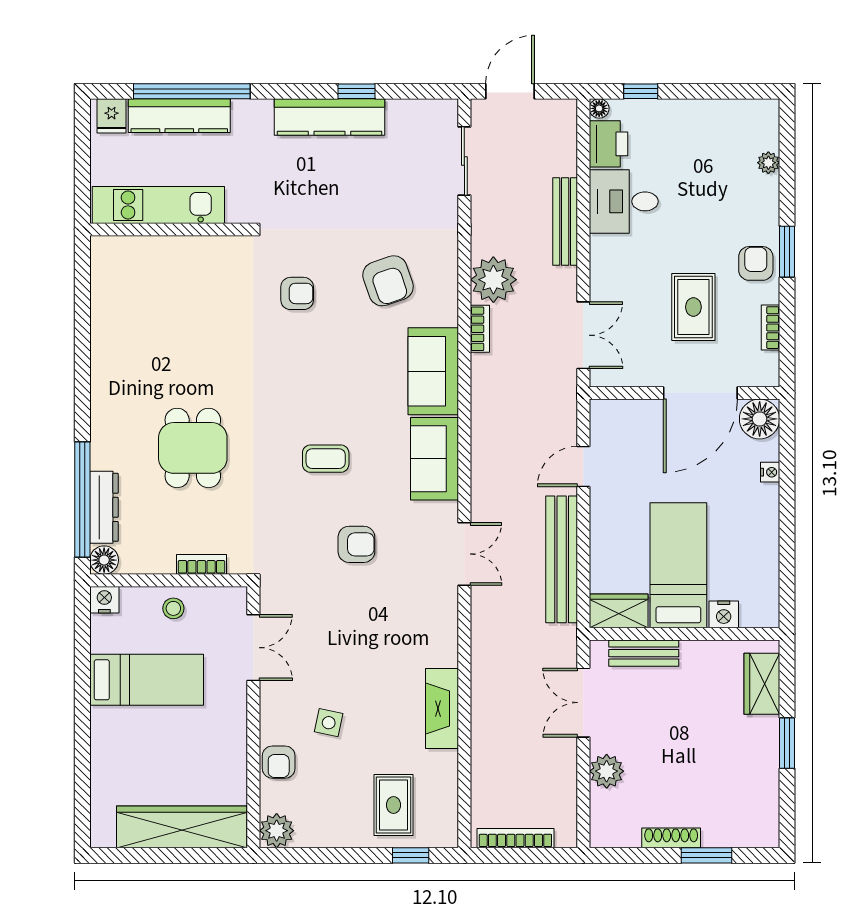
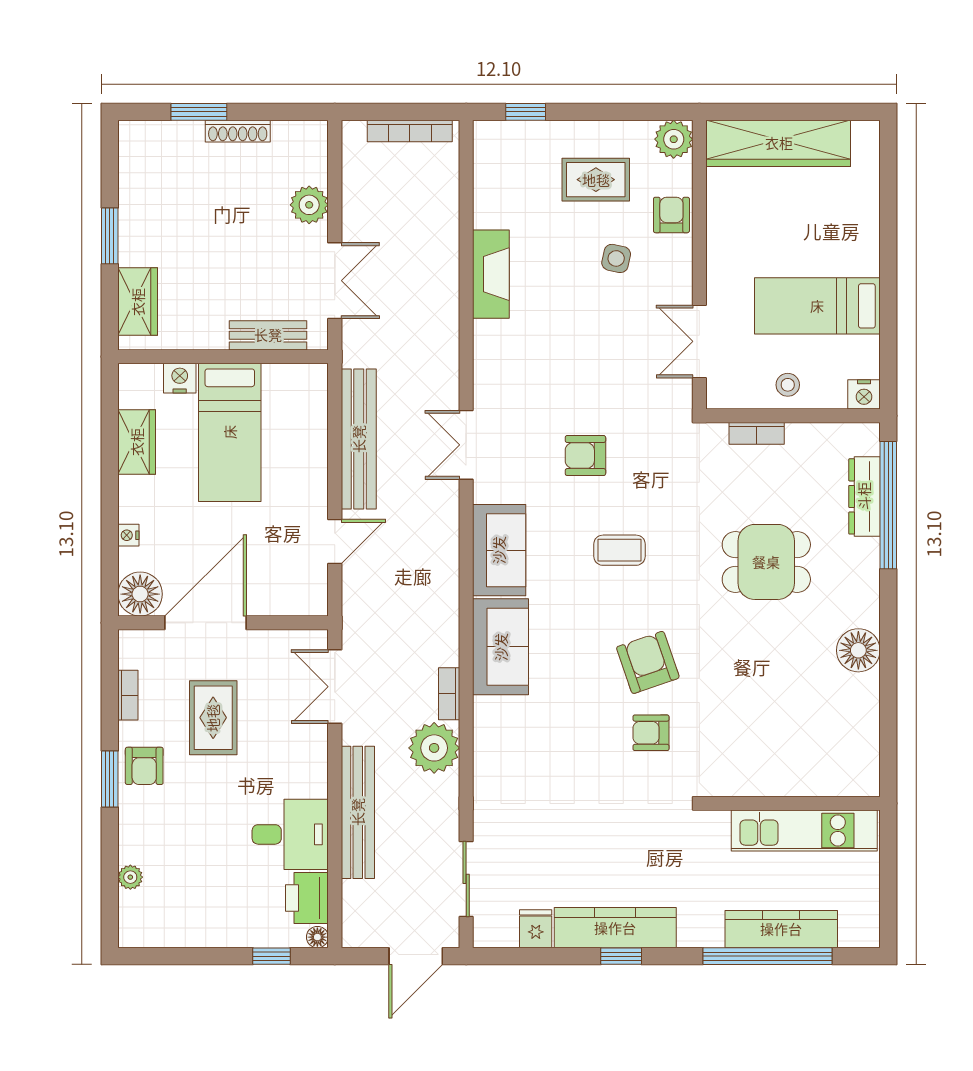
window: (357, 91) -> (621, 956), moved
fridge: (112, 116) -> (536, 929), moved
bench: (565, 221) -> (358, 812), width x1.37, depth x1.21
armchair: (388, 281) -> (648, 662), moved
dining table: (193, 448) -> (766, 562), turned 90
floor lamp: (104, 560) -> (858, 650), moved, width x1.38, depth x1.38
wardrobe: (619, 611) -> (137, 442), moved, turned -90
rug: (393, 805) -> (596, 180), moved, turned 90

